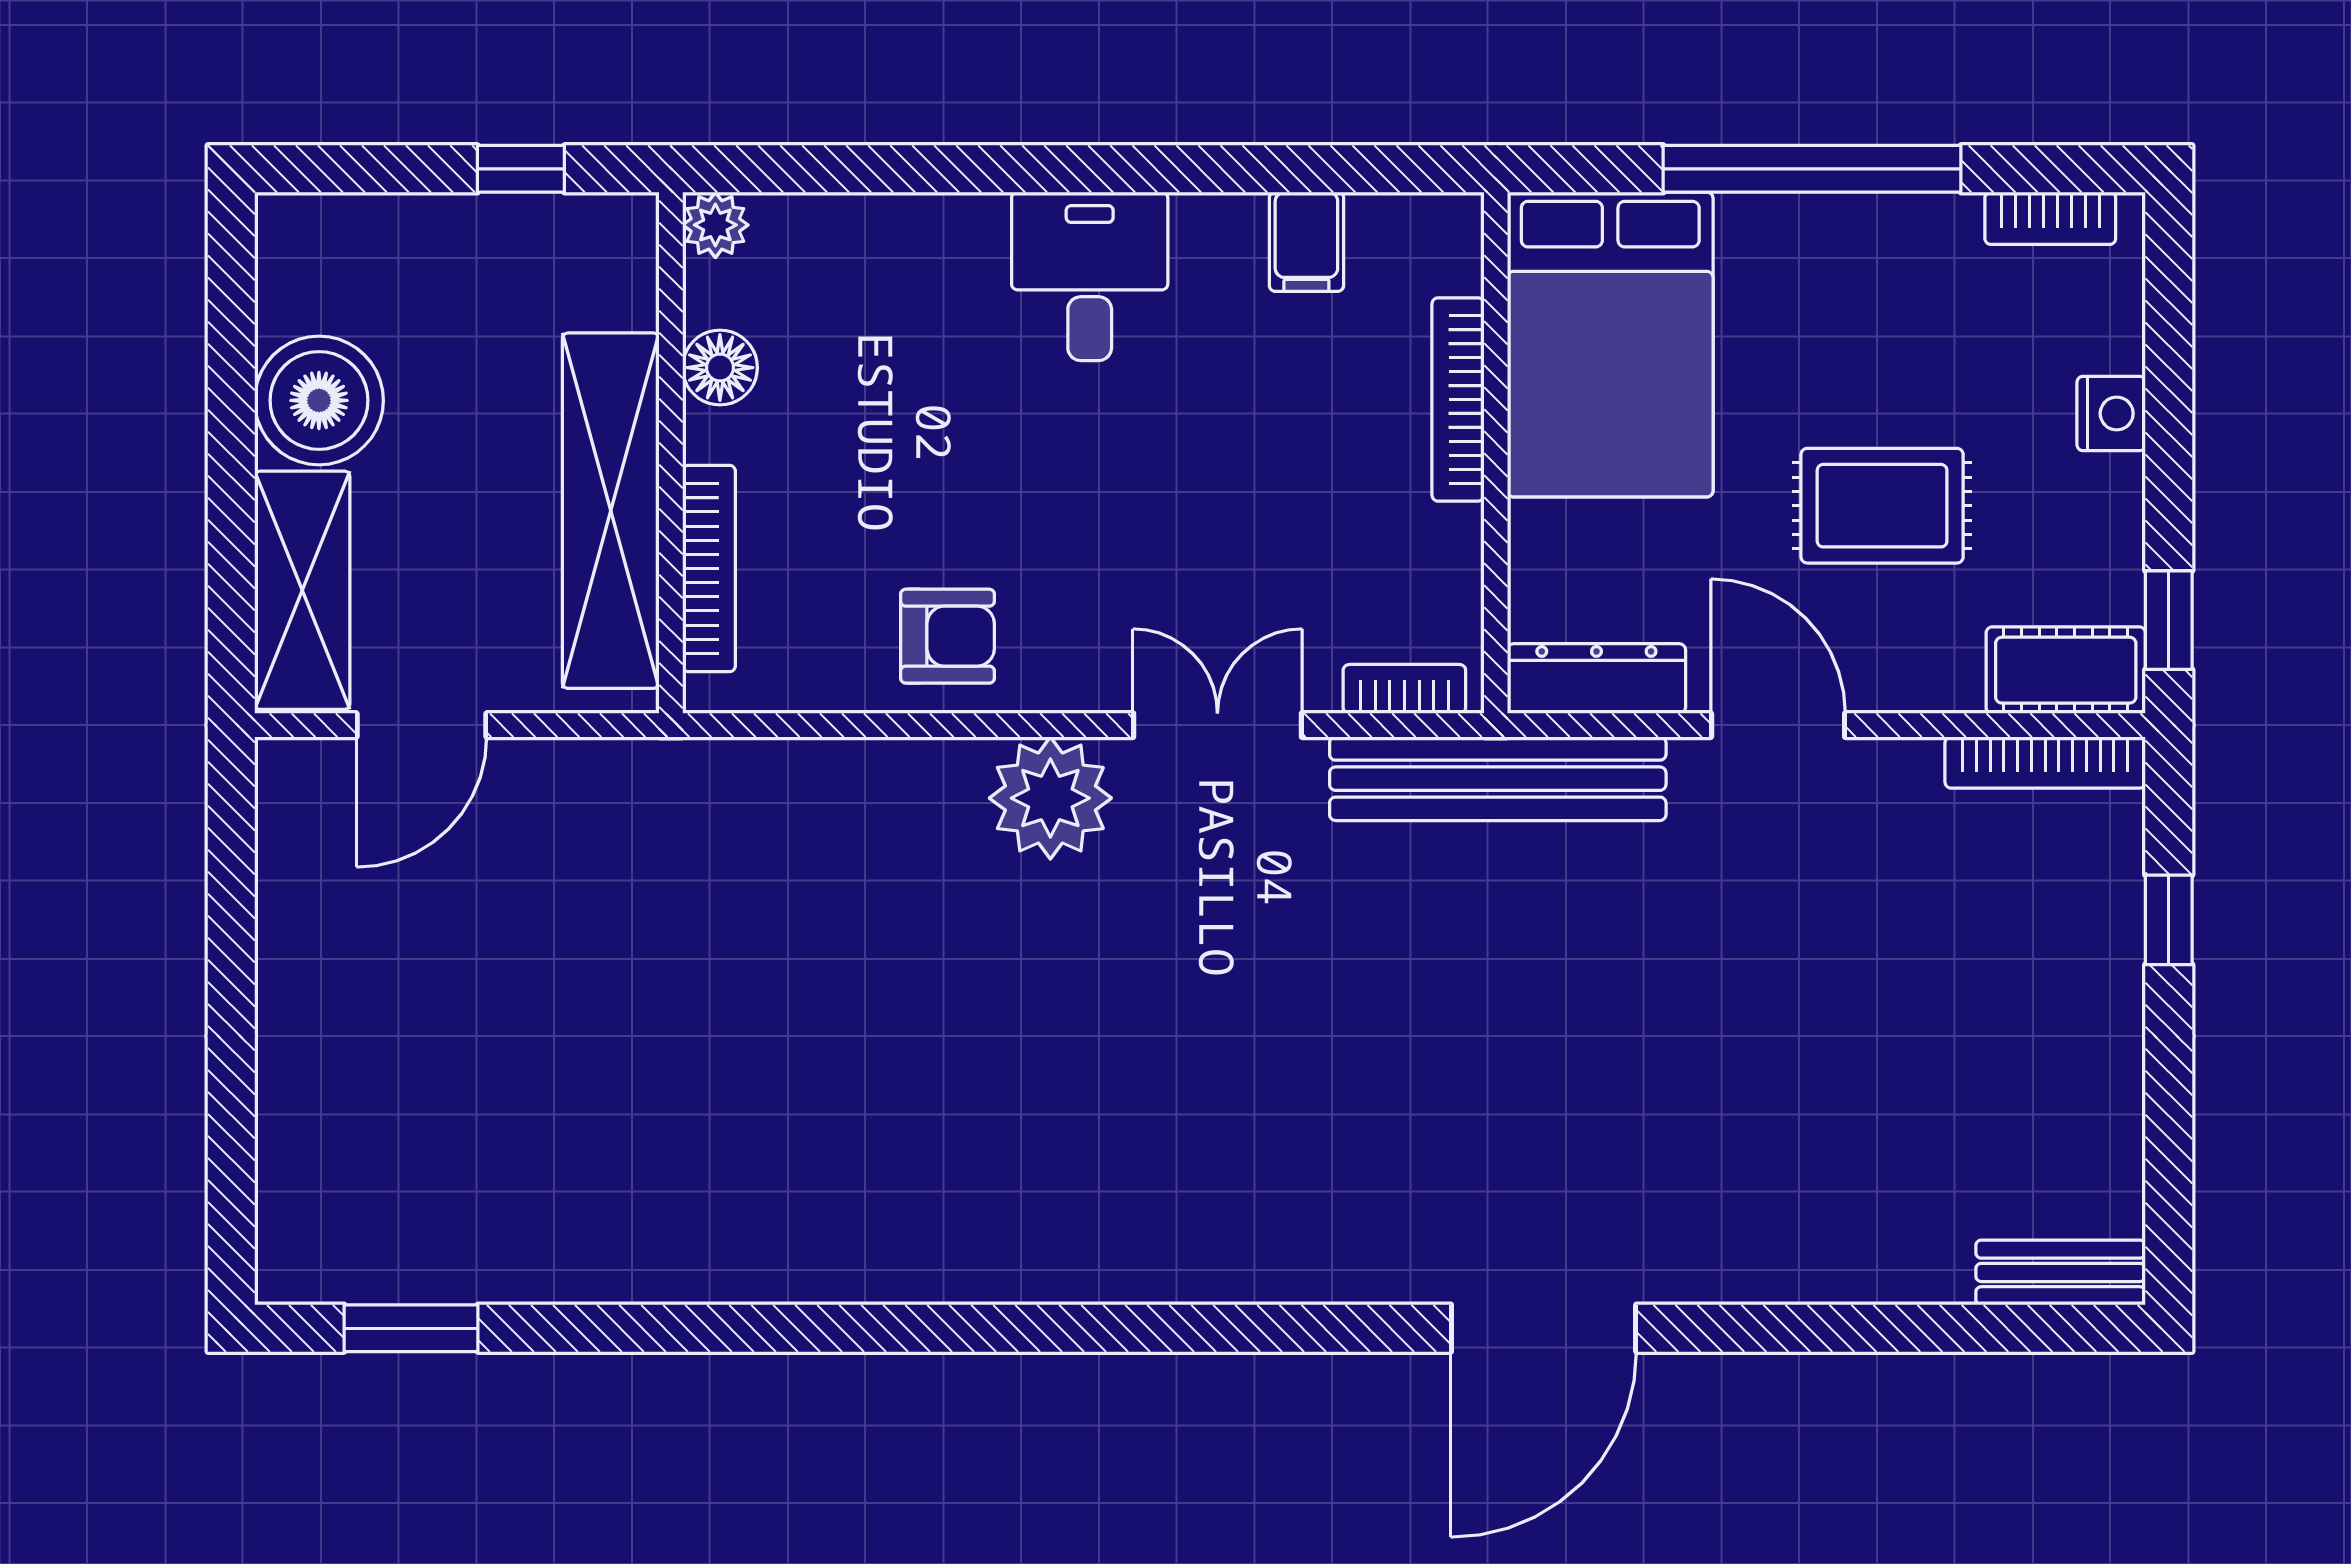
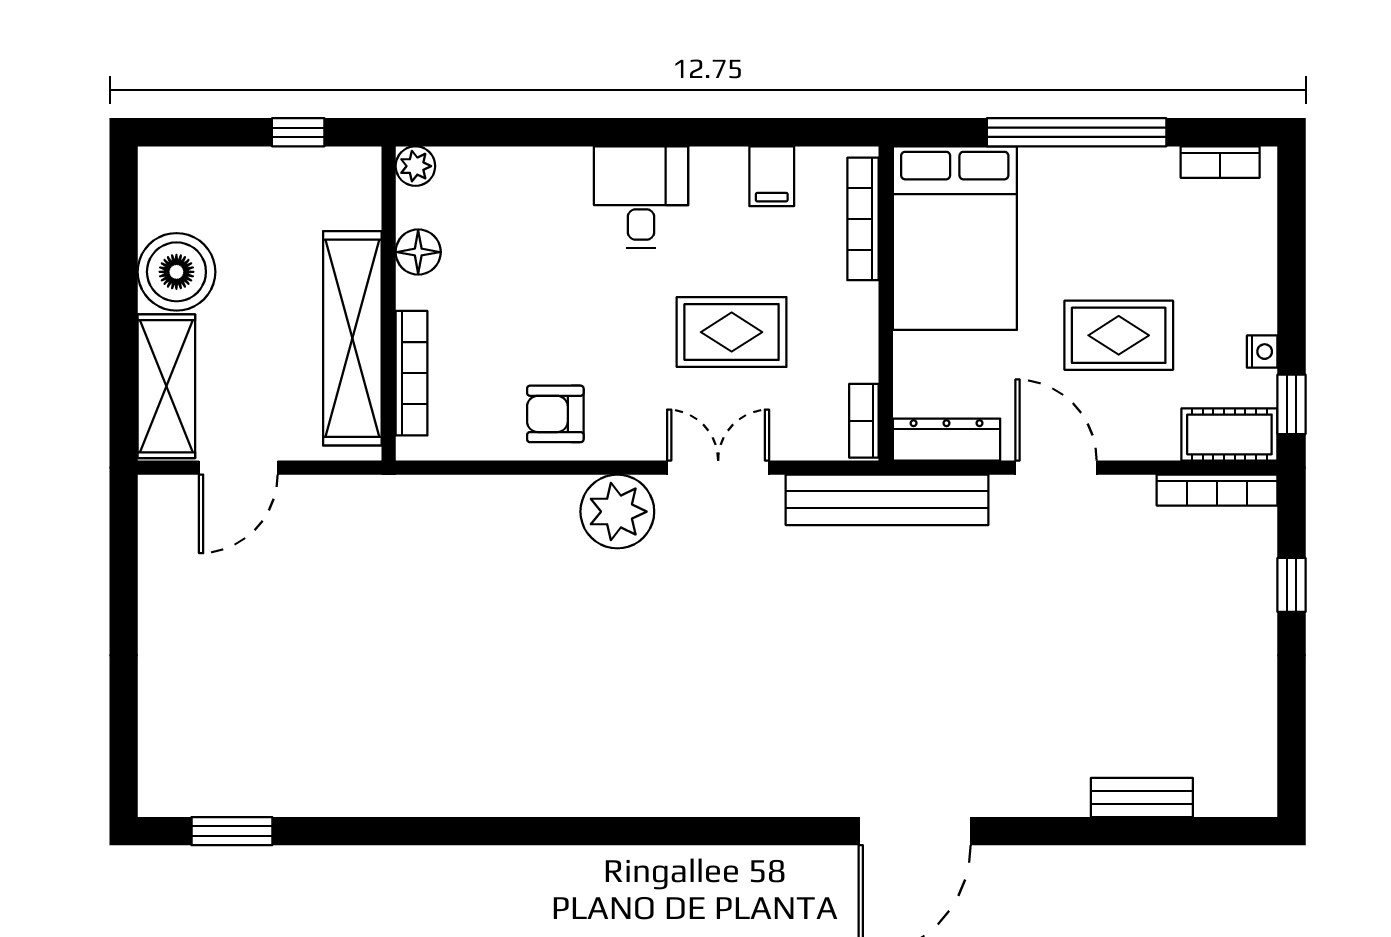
bookcase: (1458, 399) -> (863, 219), moved
nightstand: (2111, 413) -> (1262, 352), moved, width x0.72, depth x0.74
rug: (1240, 500) -> (732, 332), added
armchair: (948, 636) -> (555, 414), turned 180
bookcase: (1404, 689) -> (864, 421), moved, turned -90
bench: (2061, 1272) -> (1142, 798), moved

